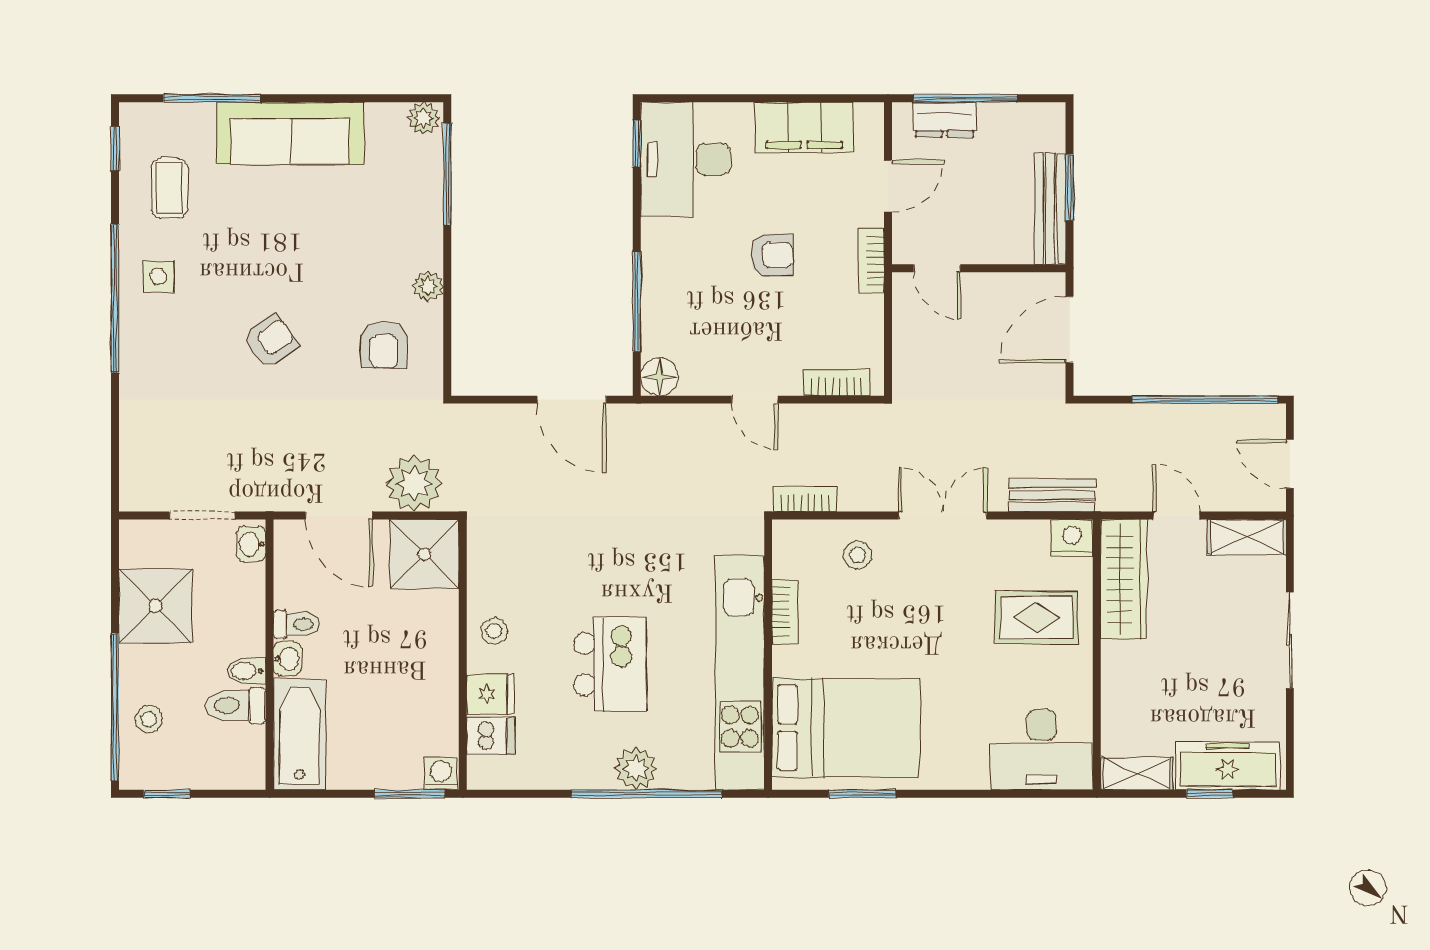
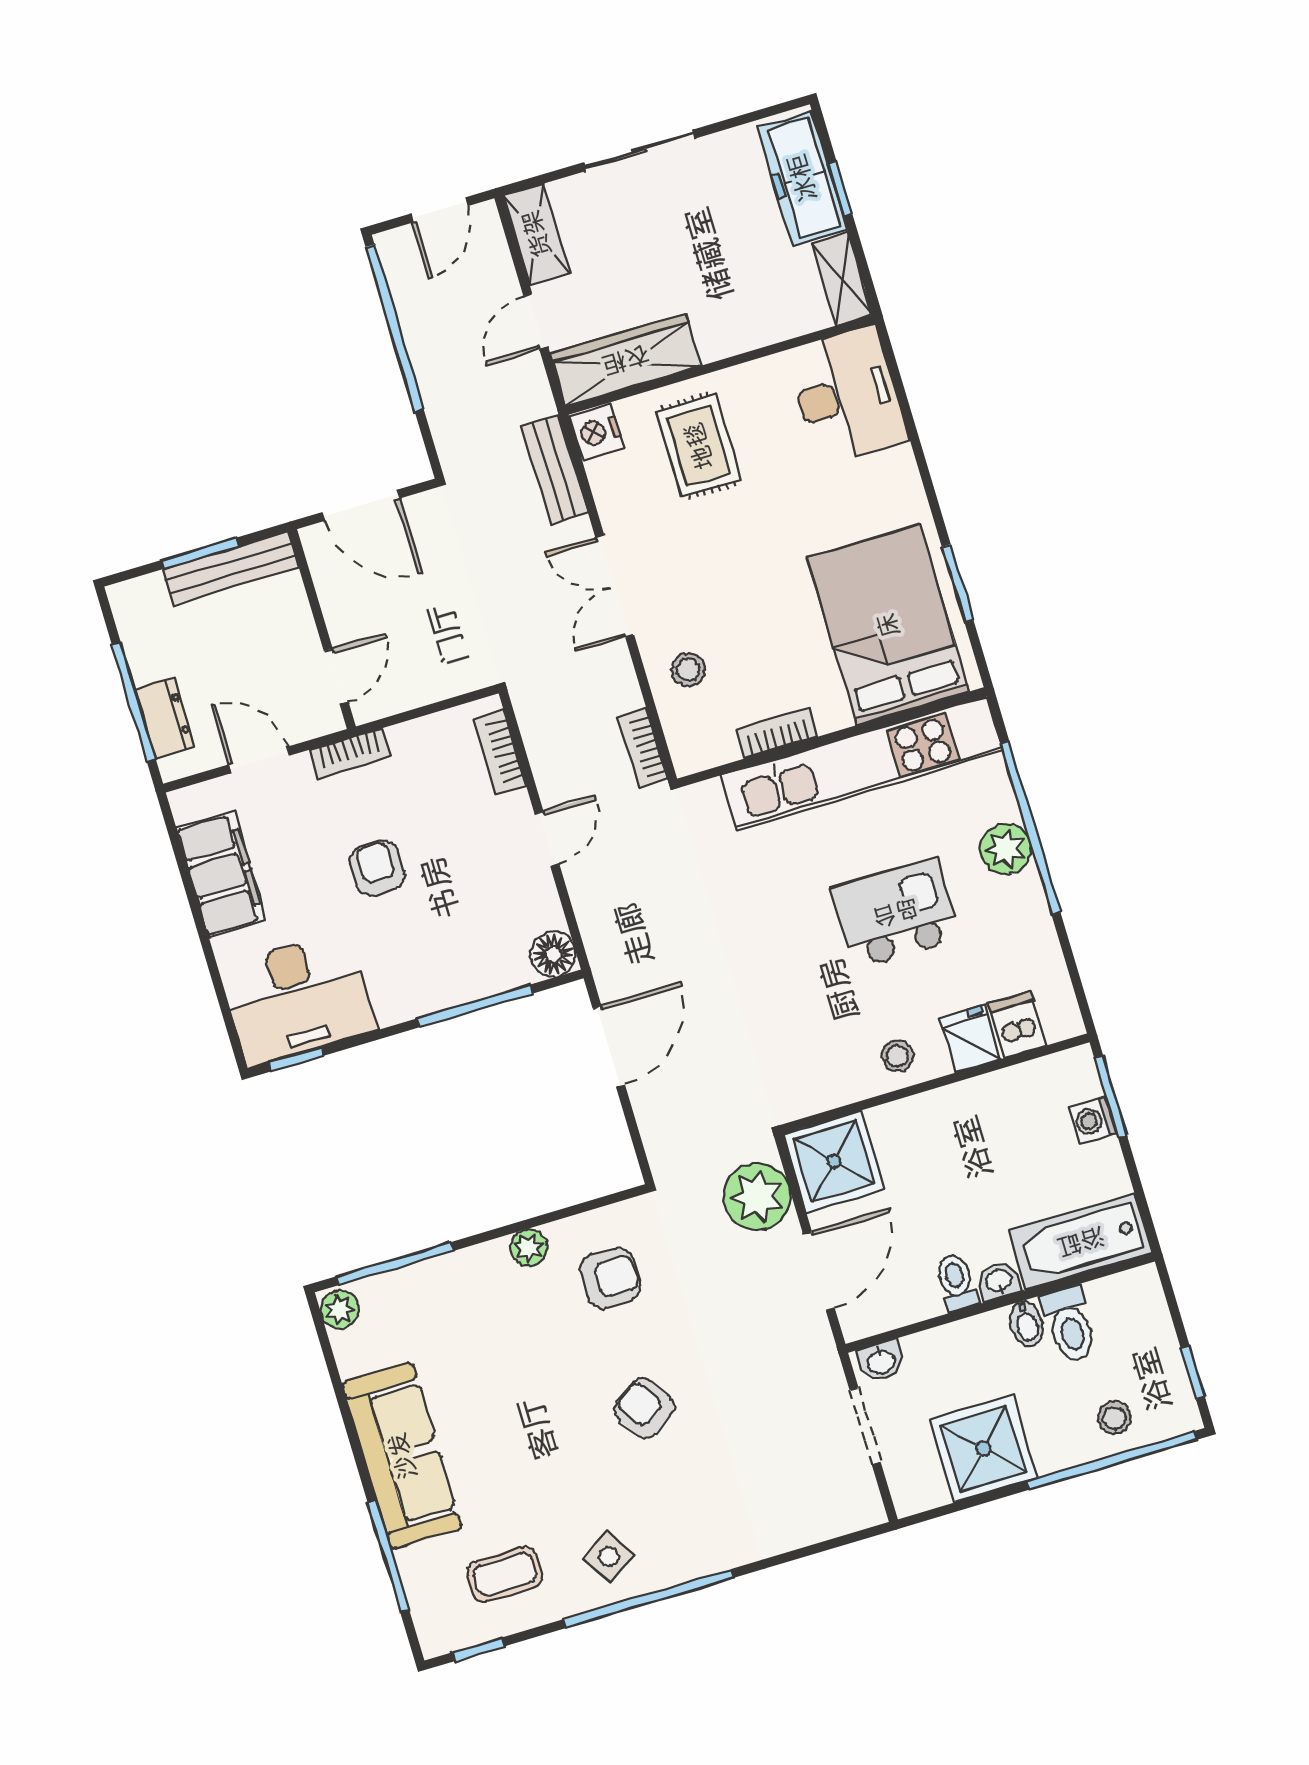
side table: (158, 276) -> (609, 1557), turned -33
washing machine: (441, 774) -> (1093, 1120), moved

